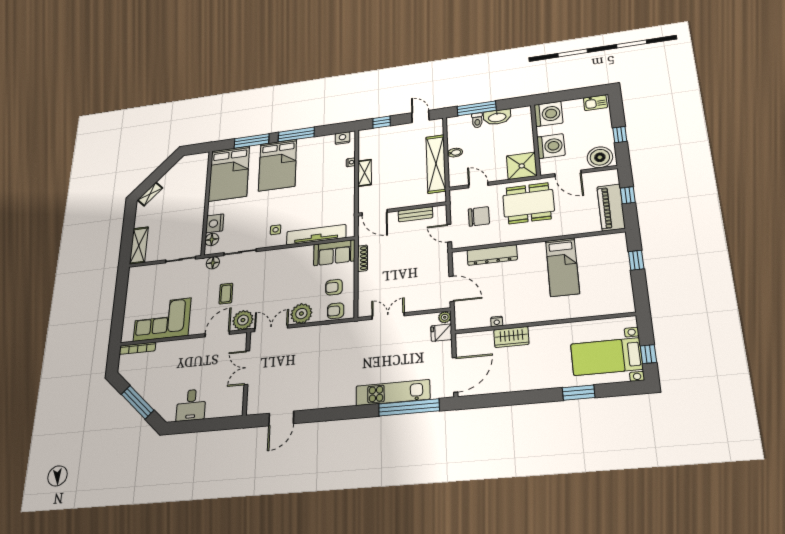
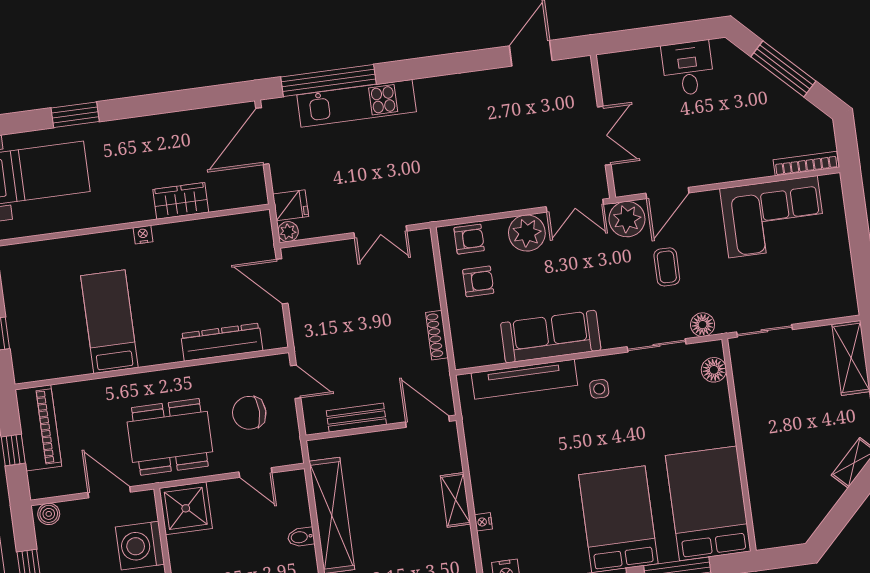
boiler: (600, 157) -> (49, 514), width x0.54, depth x0.54
nightstand: (215, 223) -> (715, 402), removed
sofa: (334, 253) -> (551, 337), moved, width x1.36
nightstand: (497, 321) -> (143, 235), moved

